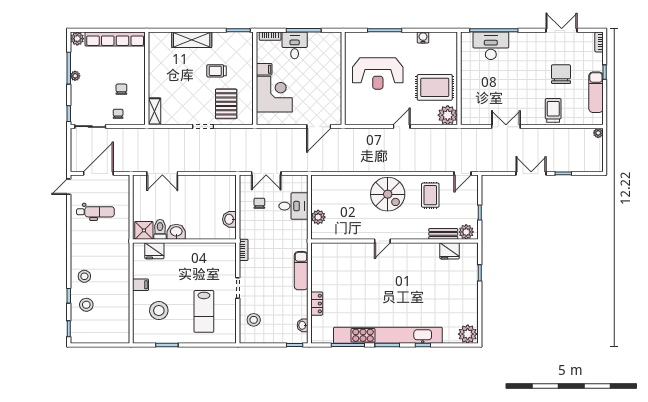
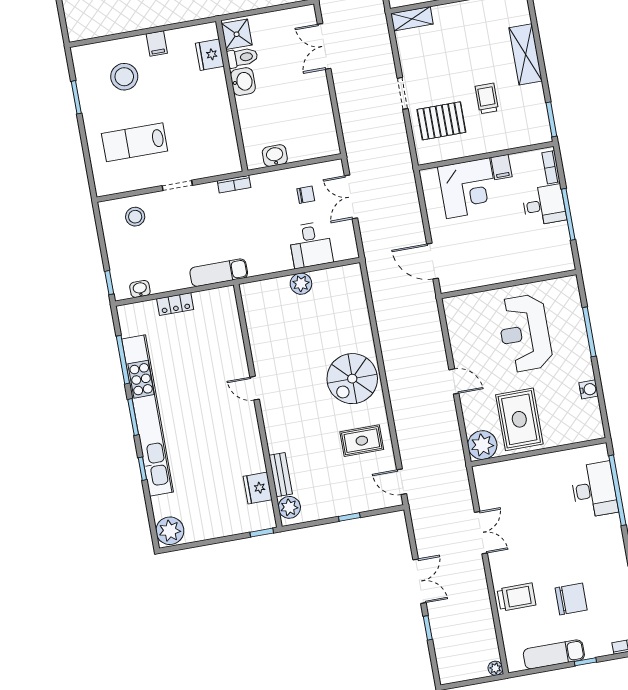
plant: (466, 232) -> (289, 507), moved
bench: (443, 234) -> (281, 475), moved
door: (382, 241) -> (255, 388), moved
wall: (395, 241) -> (258, 406), moved
fridge: (450, 251) -> (258, 488), moved

